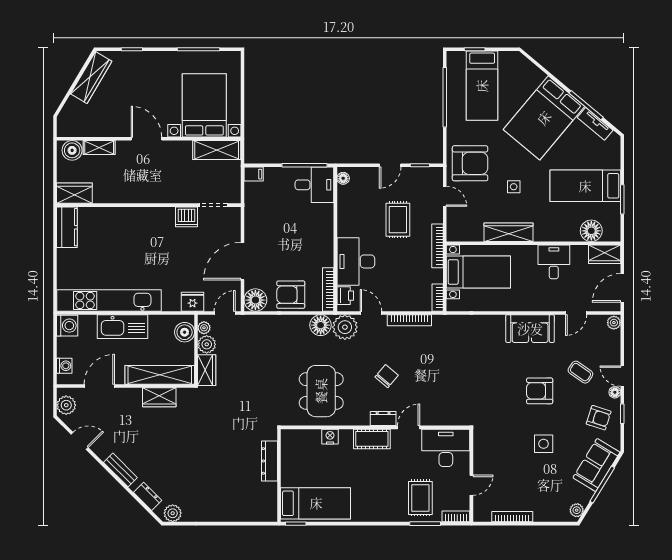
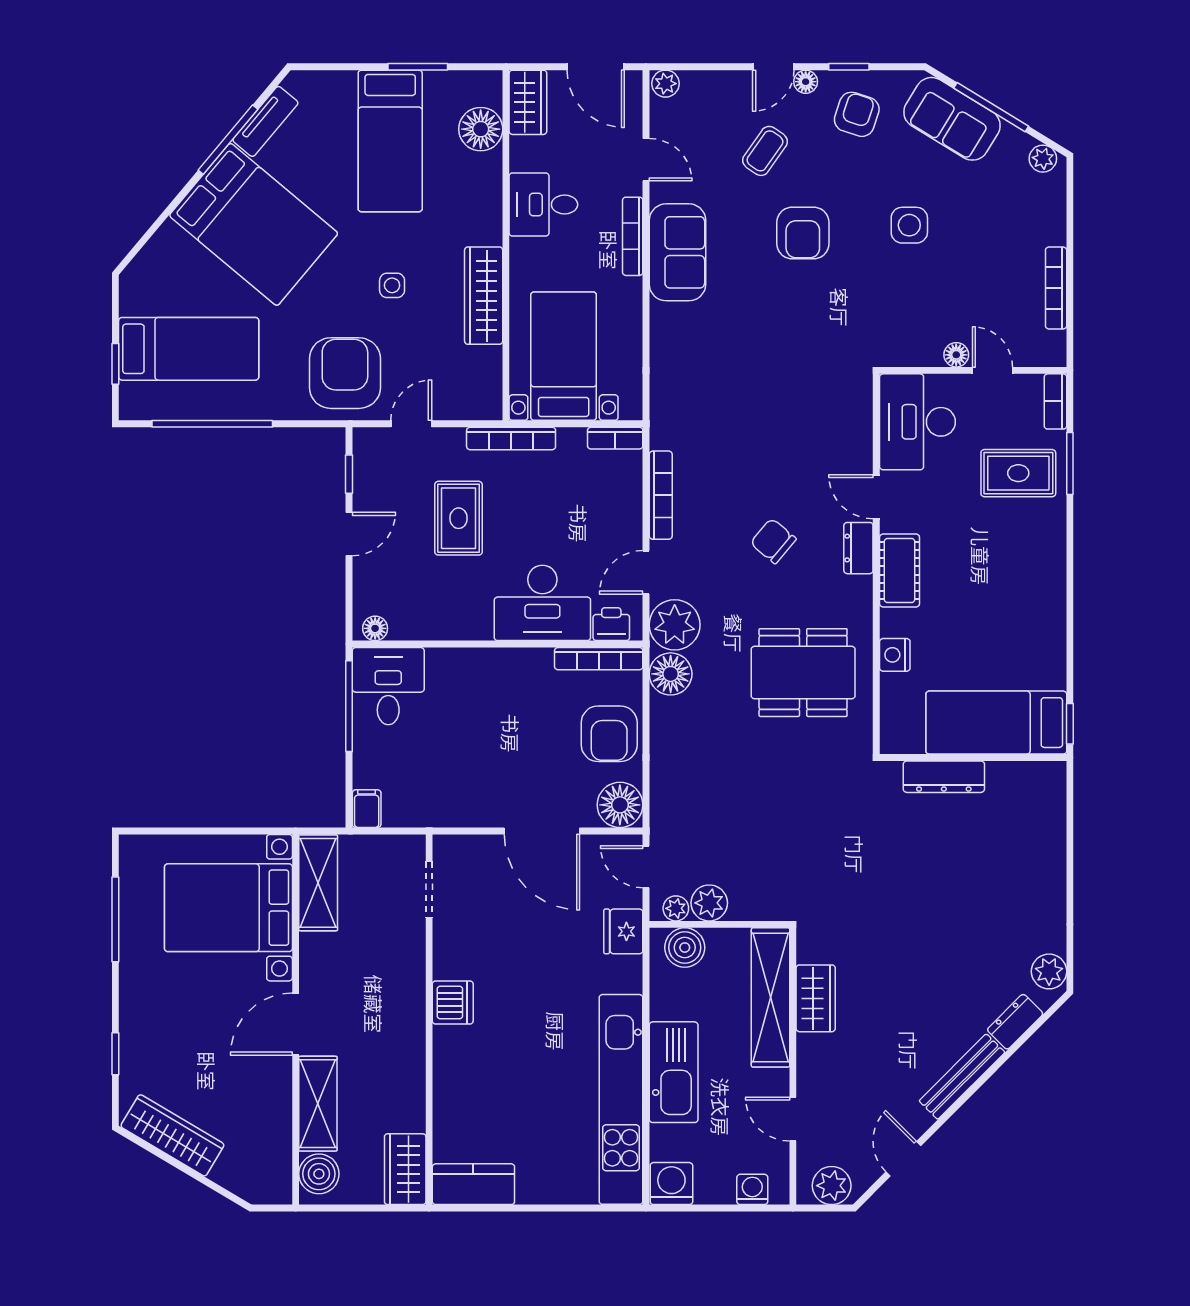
shelving: (99, 148) -> (318, 1104), width x1.50, depth x1.33
door: (390, 165) -> (349, 534), hinge flipped
dishwasher: (187, 217) -> (453, 1003), moved
rug: (398, 220) -> (459, 518), turned 90
bookcase: (538, 306) -> (633, 236), added
wardrobe: (207, 370) -> (761, 903), removed
door: (99, 386) -> (793, 1119), width x0.73
floor lamp: (479, 467) -> (956, 355), added
bench: (120, 470) -> (962, 1077), width x1.36
bed: (316, 503) -> (996, 723), moved, turned -90

